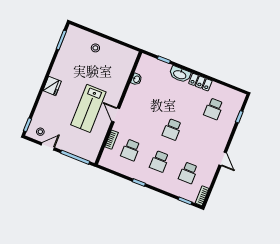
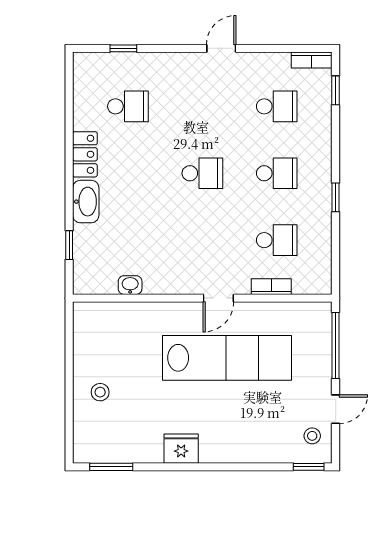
fridge: (52, 86) -> (181, 449), moved
lab bench: (88, 108) -> (227, 358), width x1.36
door: (48, 146) -> (336, 409), swing flipped

